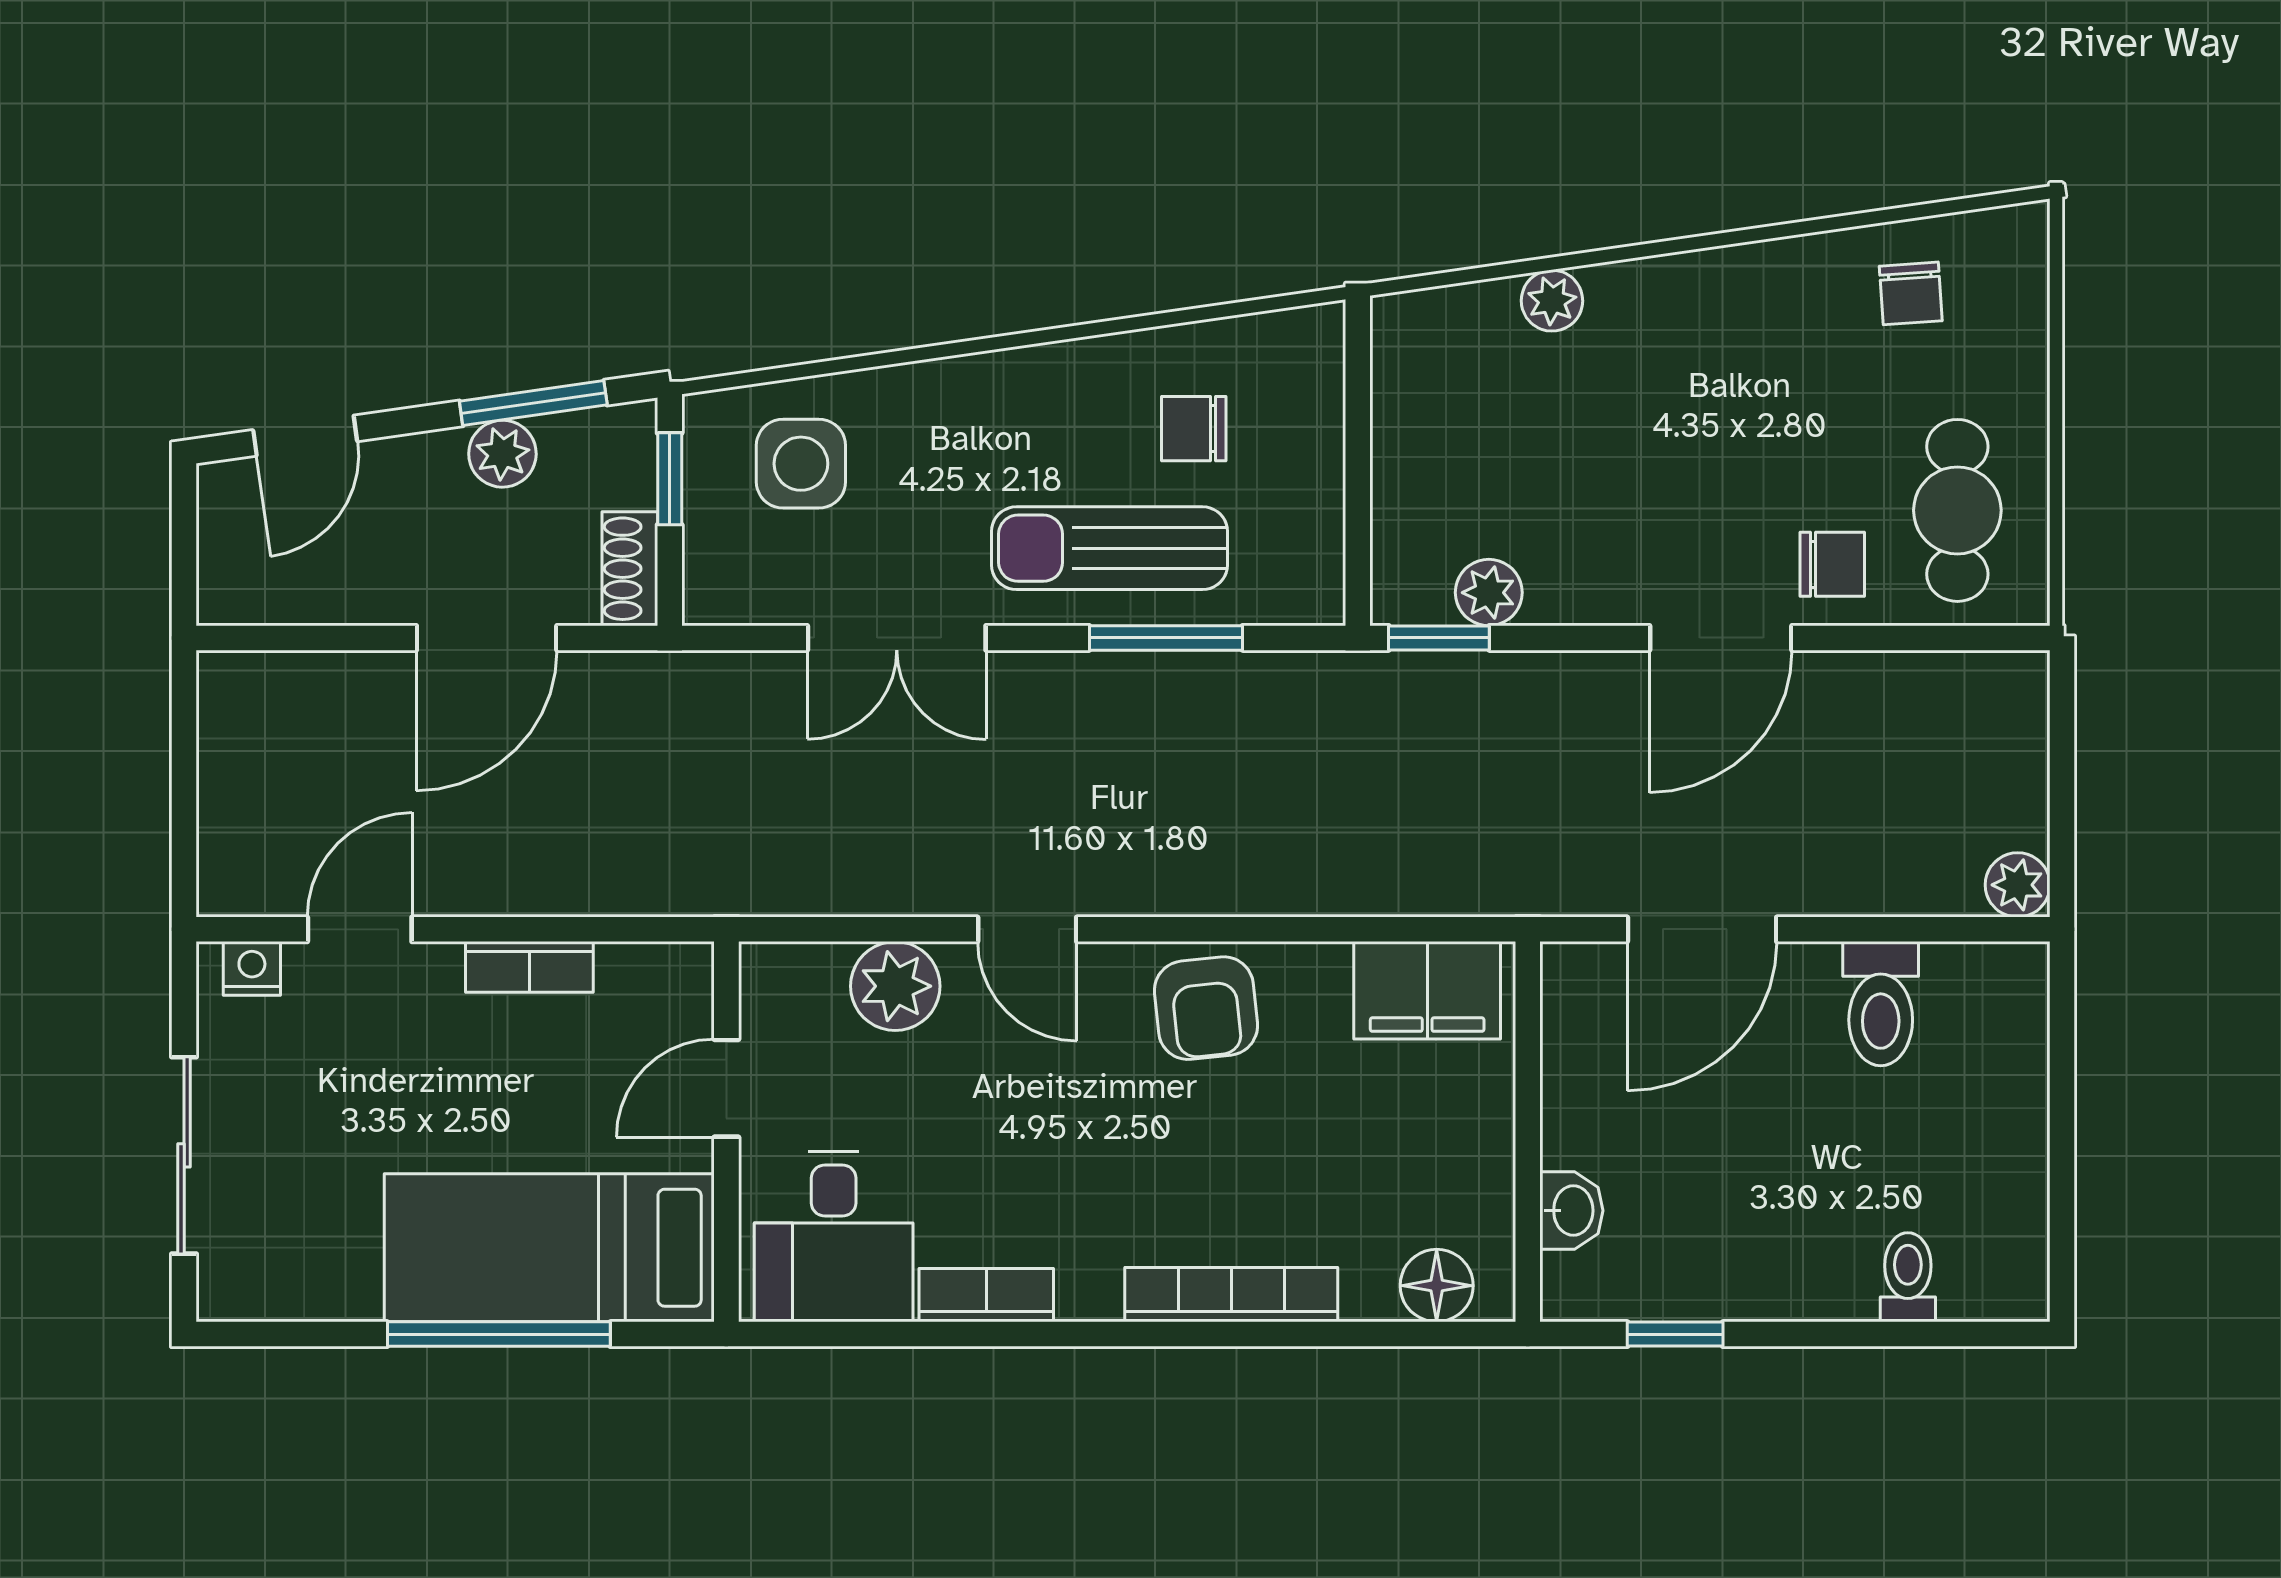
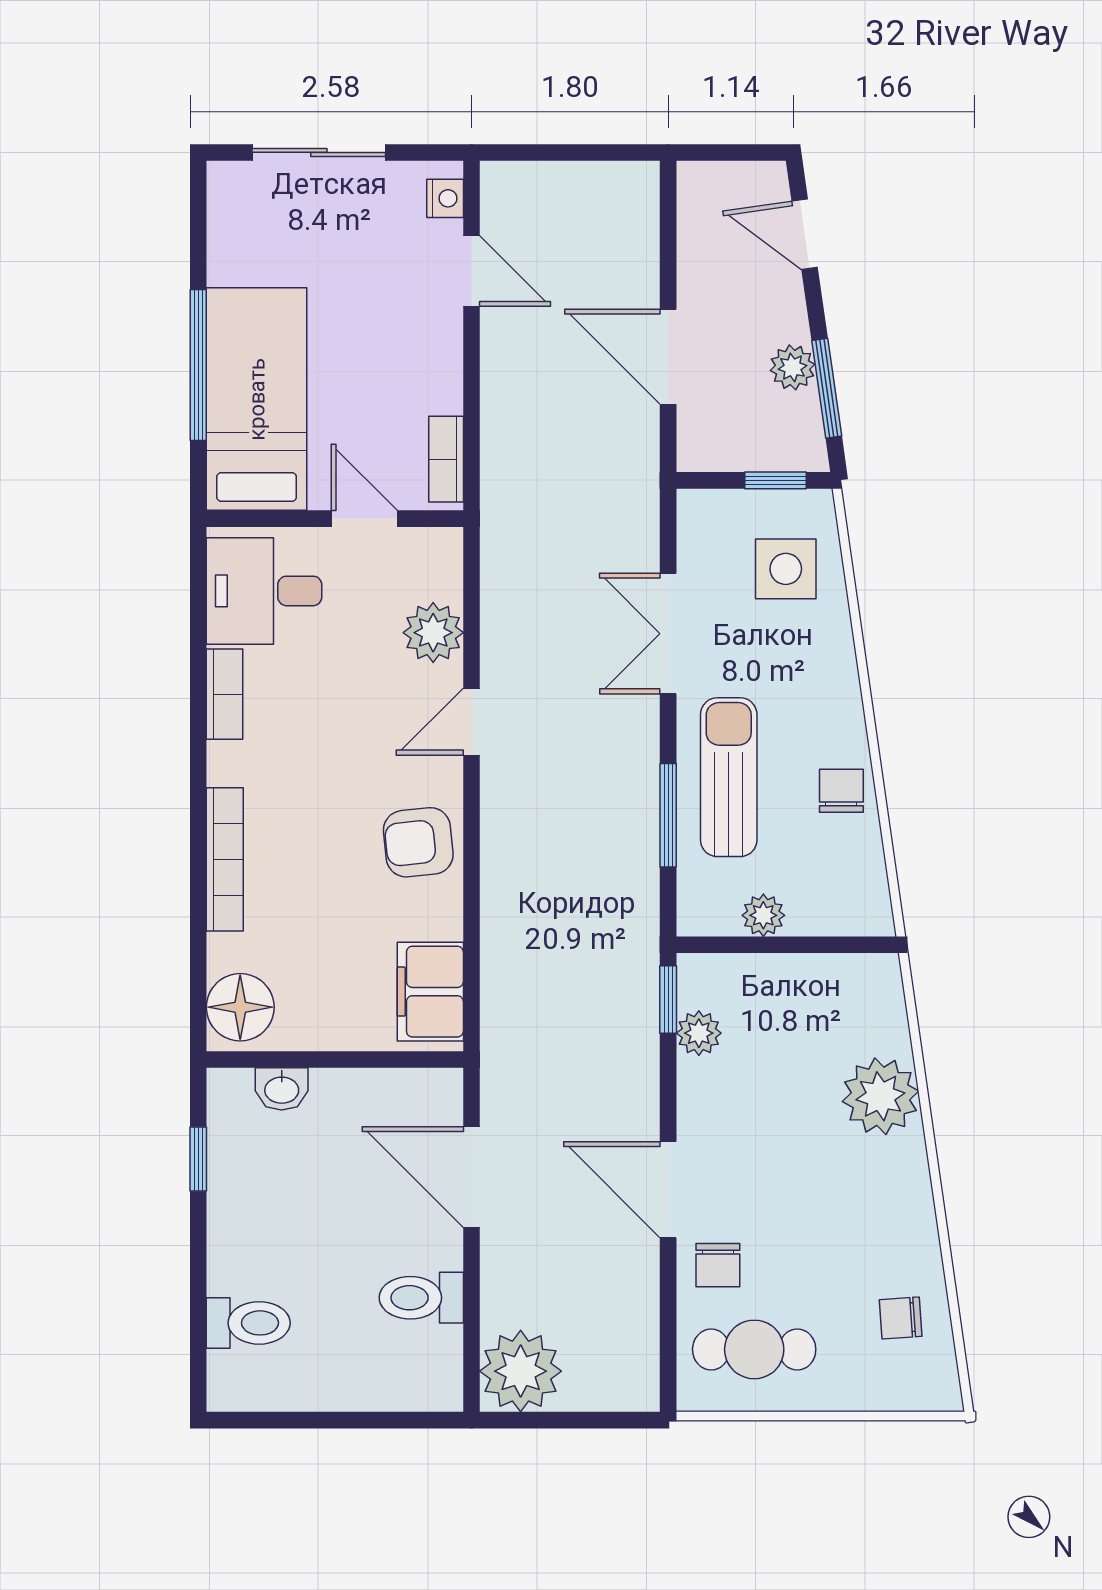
plant: (1552, 301) -> (880, 1096), width x1.87, depth x1.87
chair: (1194, 429) -> (841, 791), moved
plant: (1314, 497) -> (763, 915), added
shoe rack: (630, 569) -> (715, 453), removed
plant: (2018, 885) -> (521, 1371), width x1.88, depth x1.88
bookcase: (529, 967) -> (446, 459), moved
toilet: (1908, 1277) -> (248, 1323), width x1.37, depth x1.39
floor lamp: (1437, 1286) -> (240, 1007), width x1.38, depth x1.38

